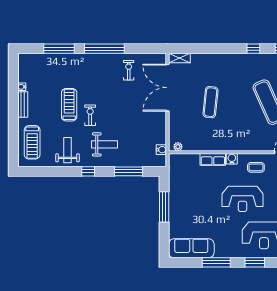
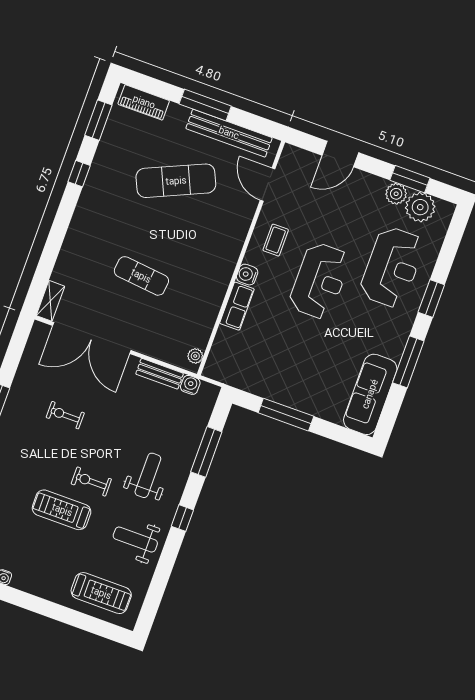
exercise bike: (129, 70) -> (65, 415), moved
bench: (23, 104) -> (160, 374), moved

